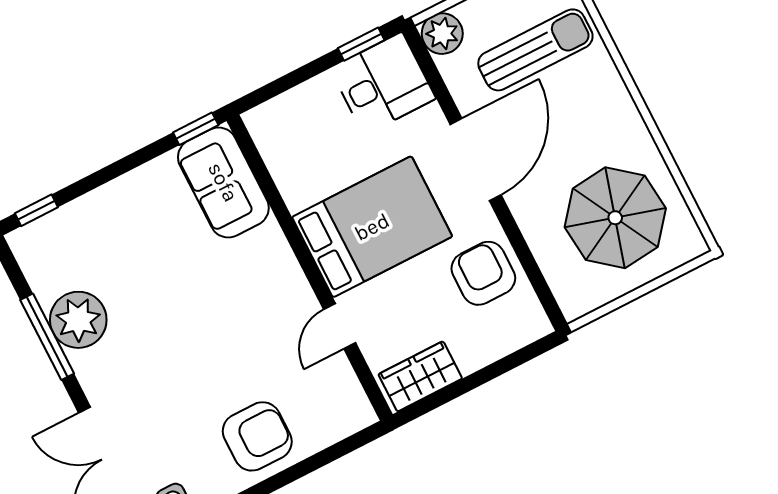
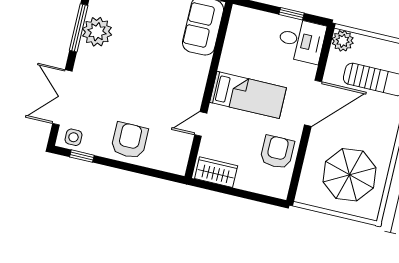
window: (361, 44) -> (291, 14), moved
bed: (372, 227) -> (248, 95), width x0.67
armchair: (257, 436) -> (129, 140), turned -90

